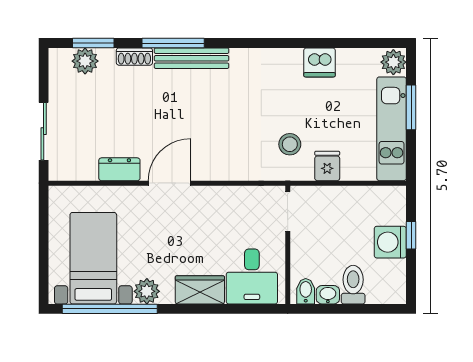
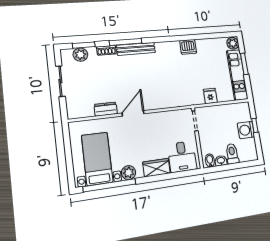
dishwasher: (320, 62) -> (188, 47), moved
sliding door: (44, 131) -> (60, 81), moved
stool: (290, 144) -> (191, 87), removed

